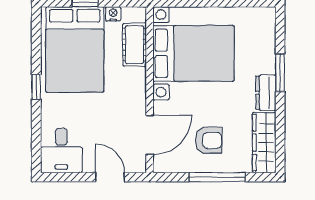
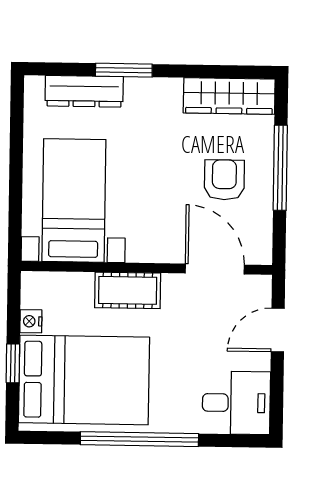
cot: (135, 45) -> (128, 290), moved
bed with nightstands: (193, 53) -> (74, 200), width x0.73
window: (36, 87) -> (139, 439), width x3.17
dresser: (266, 93) -> (84, 91), moved, width x1.44

